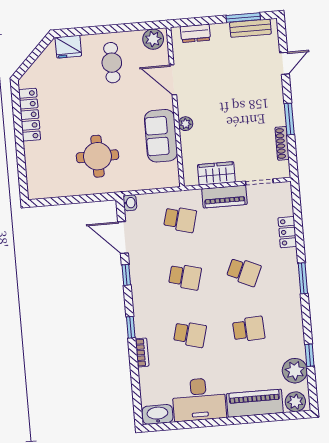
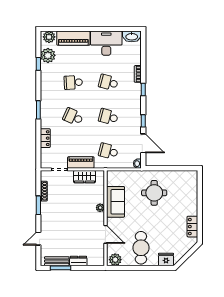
dresser: (195, 33) -> (78, 261), moved
cafe table: (112, 63) -> (141, 248), width x1.37, depth x1.35
locker: (30, 115) -> (192, 227), width x0.66

